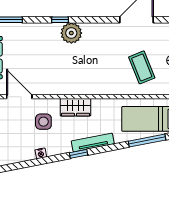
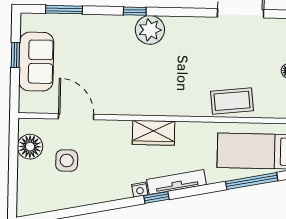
coffee table: (142, 67) -> (232, 101), moved, turned -74
side table: (43, 122) -> (67, 161), moved
nightstand: (41, 153) -> (140, 190), moved

